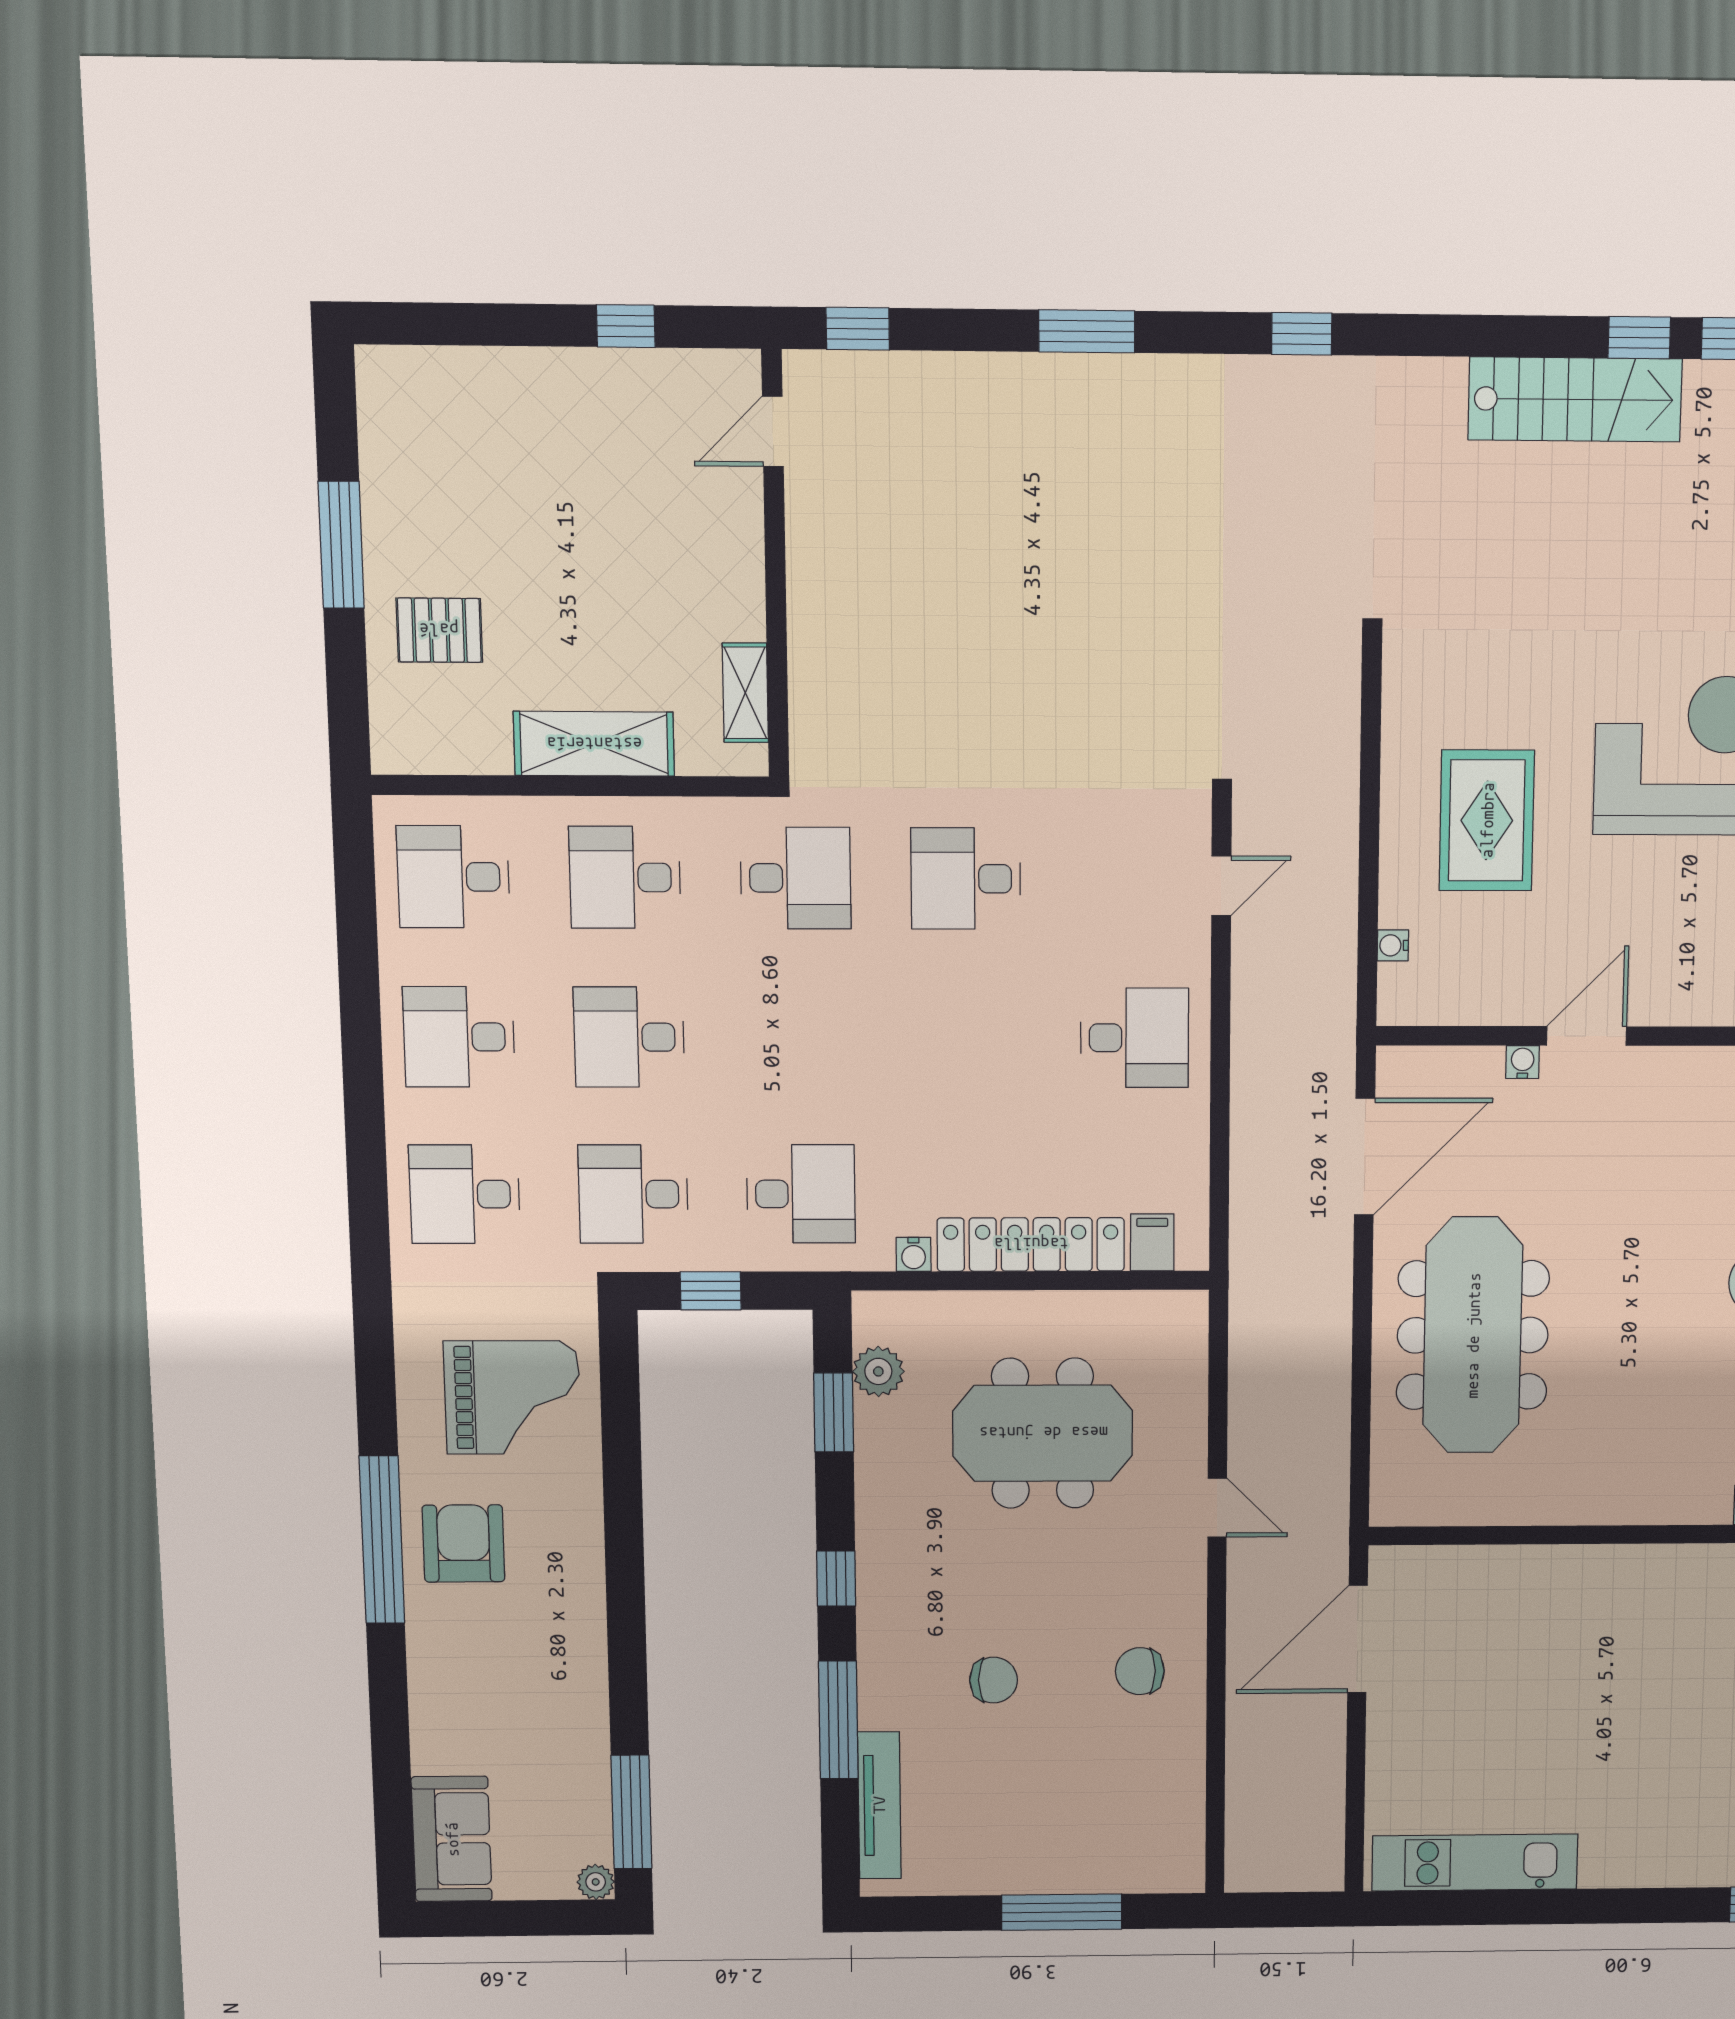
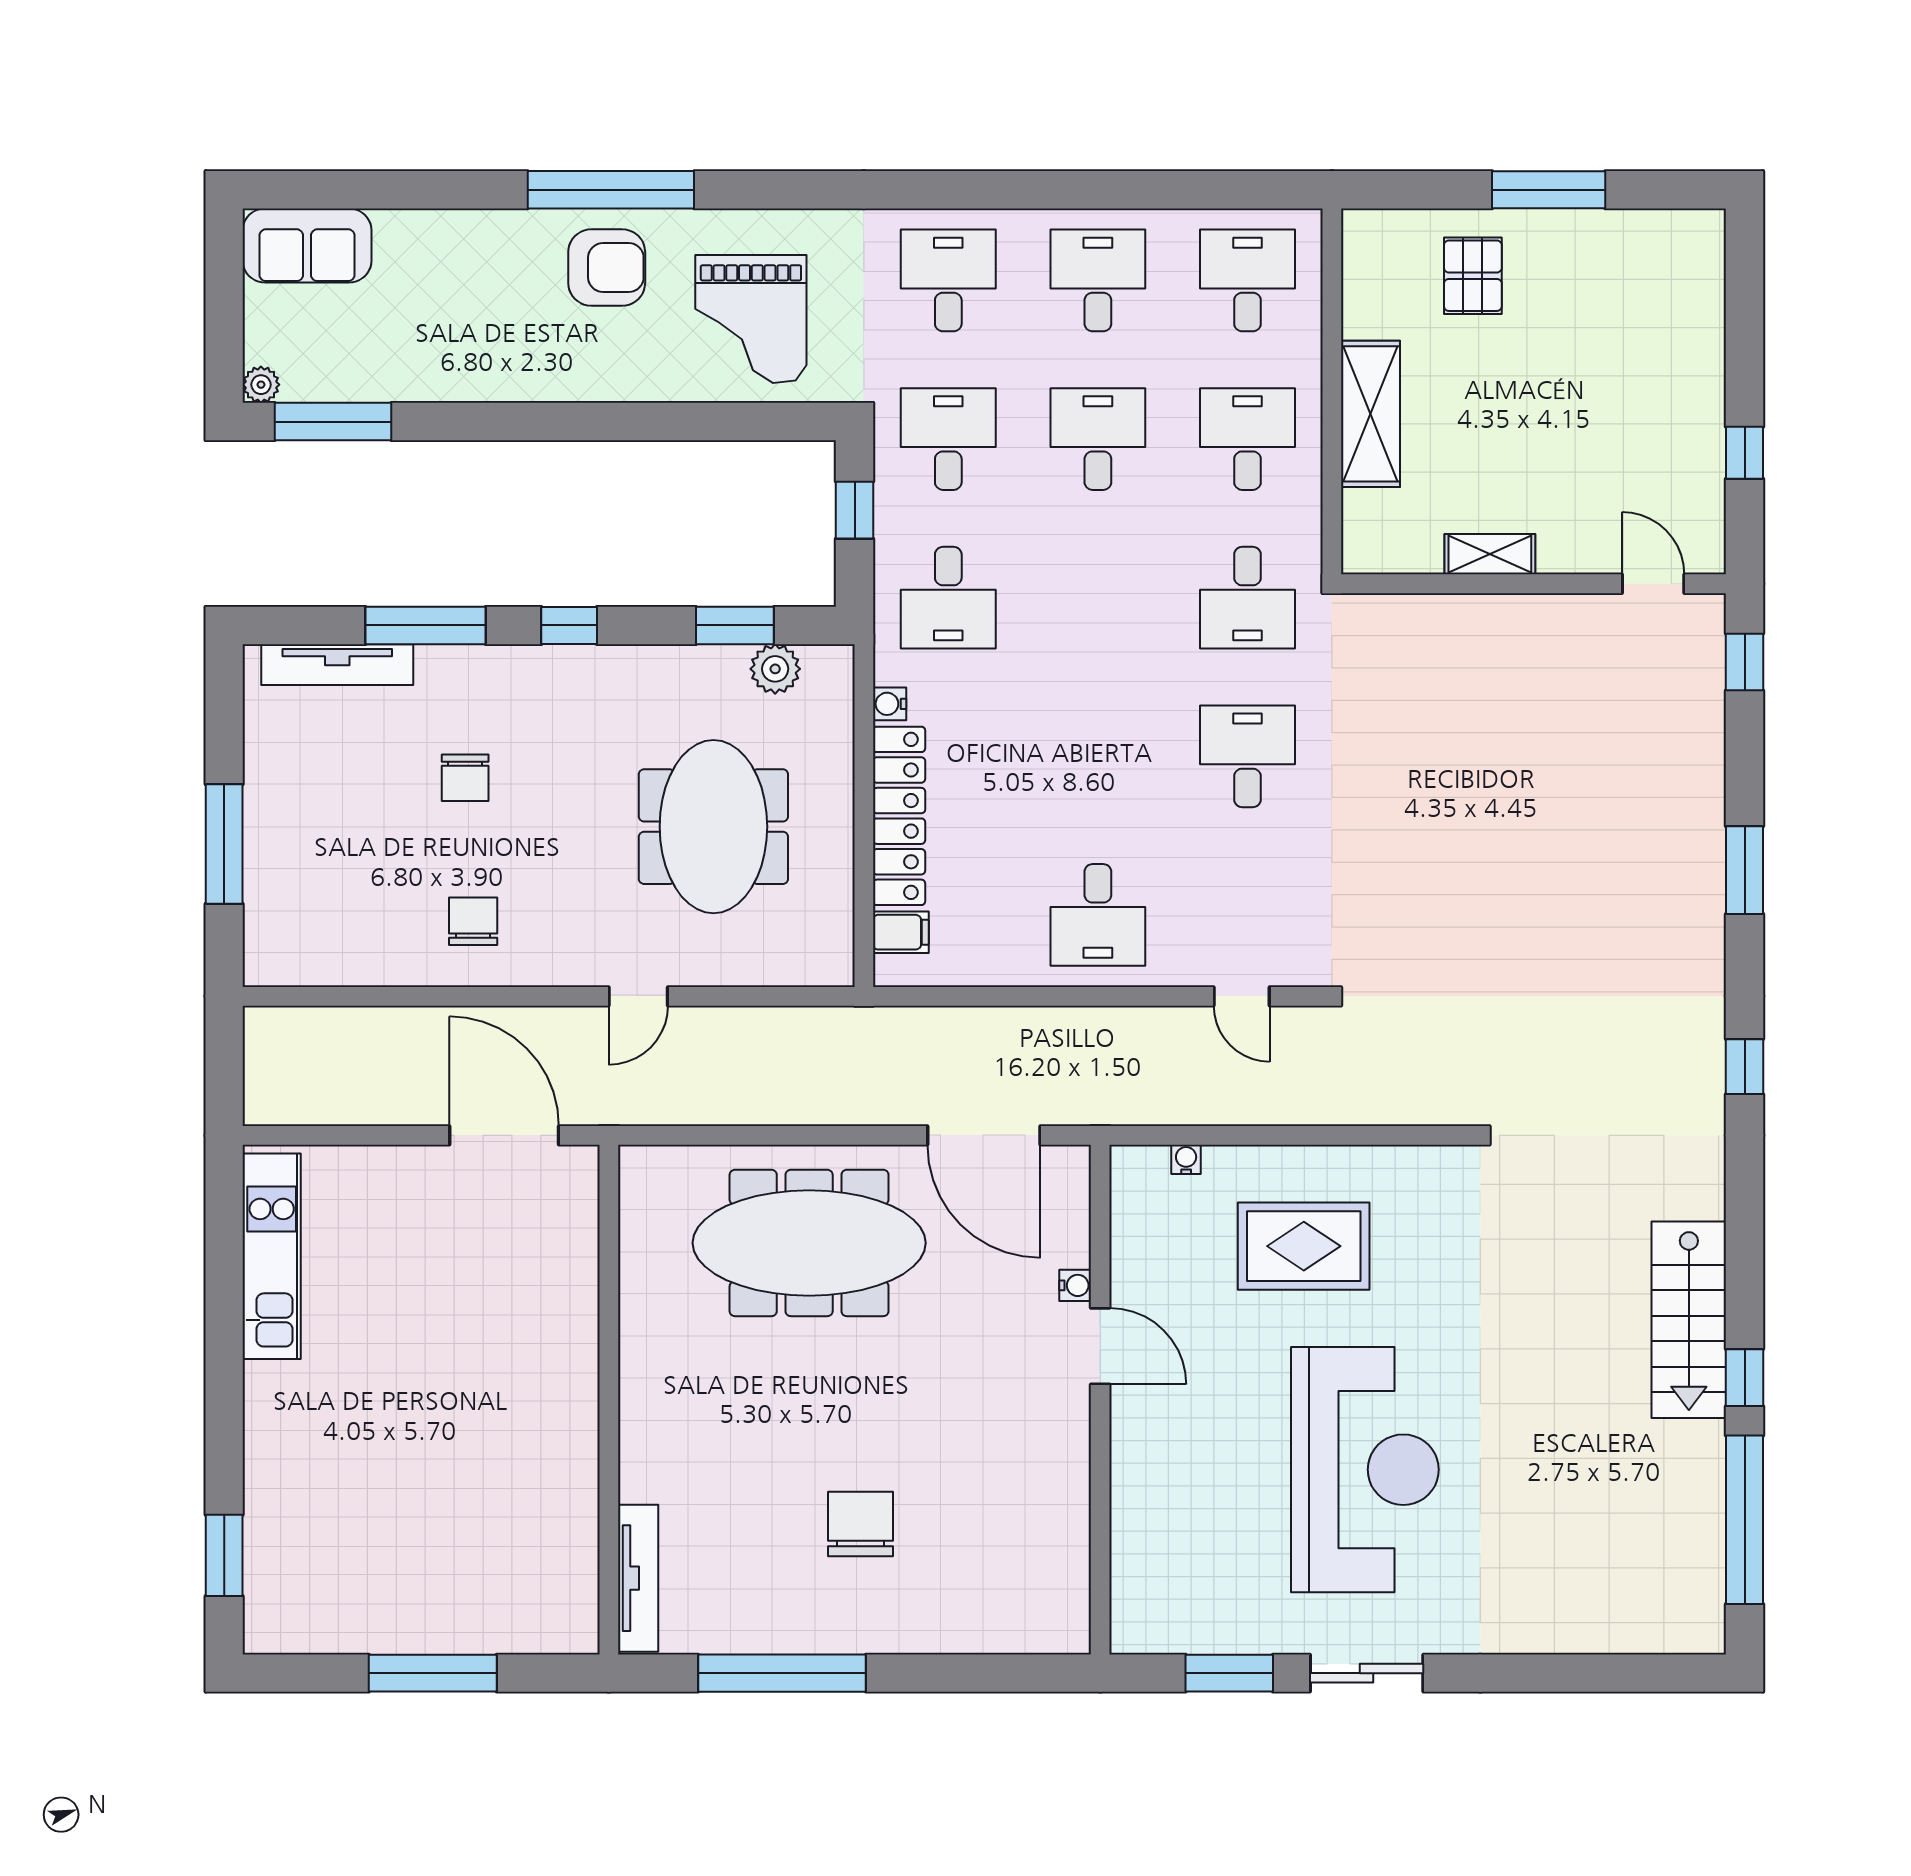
shelving: (745, 693) -> (1490, 554), moved

